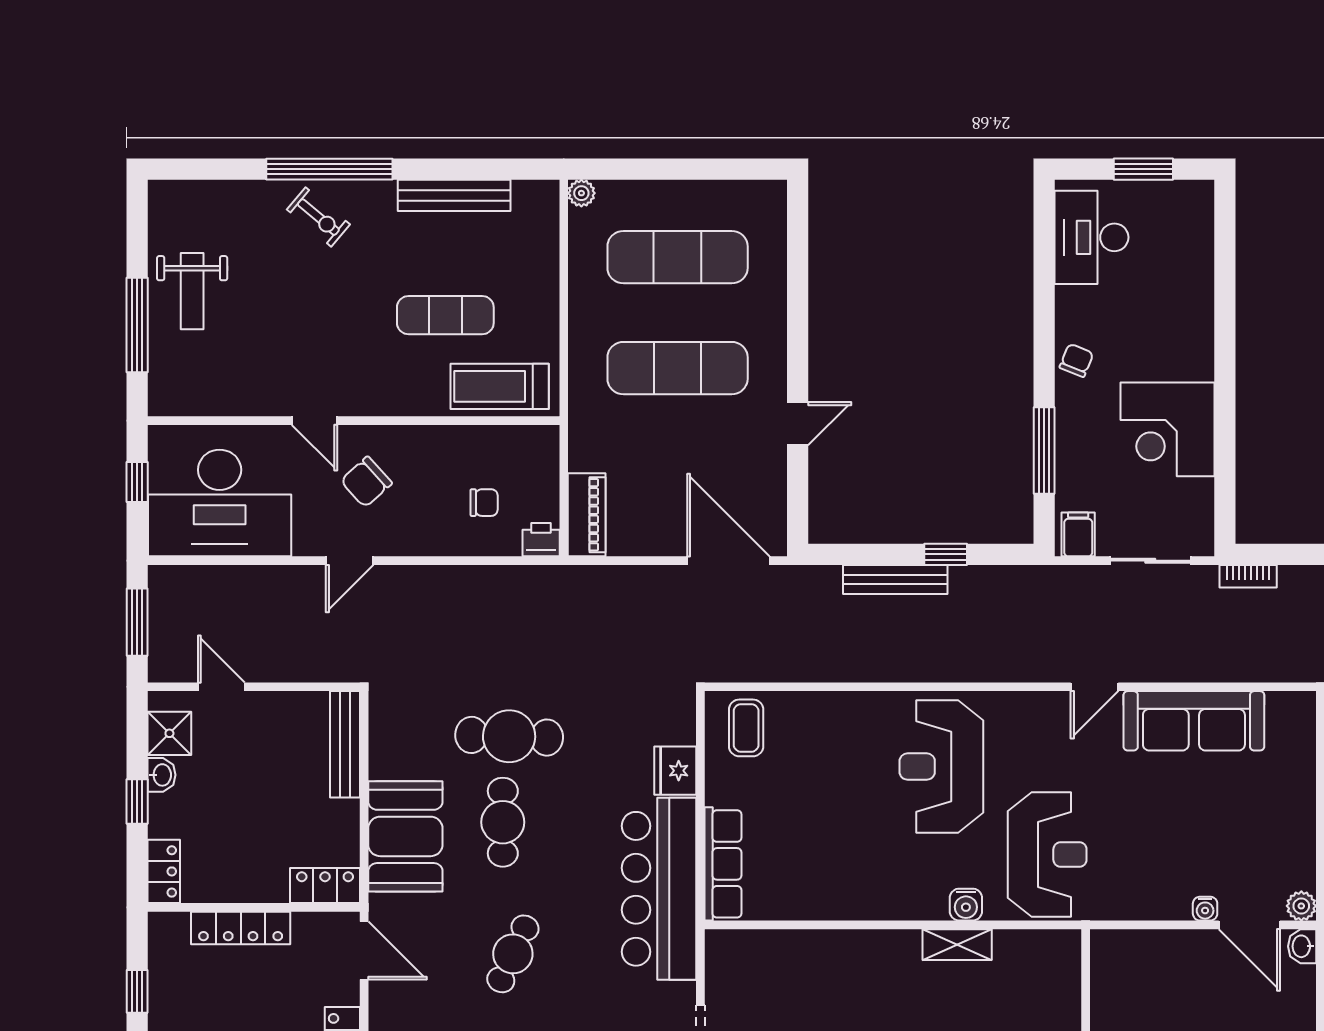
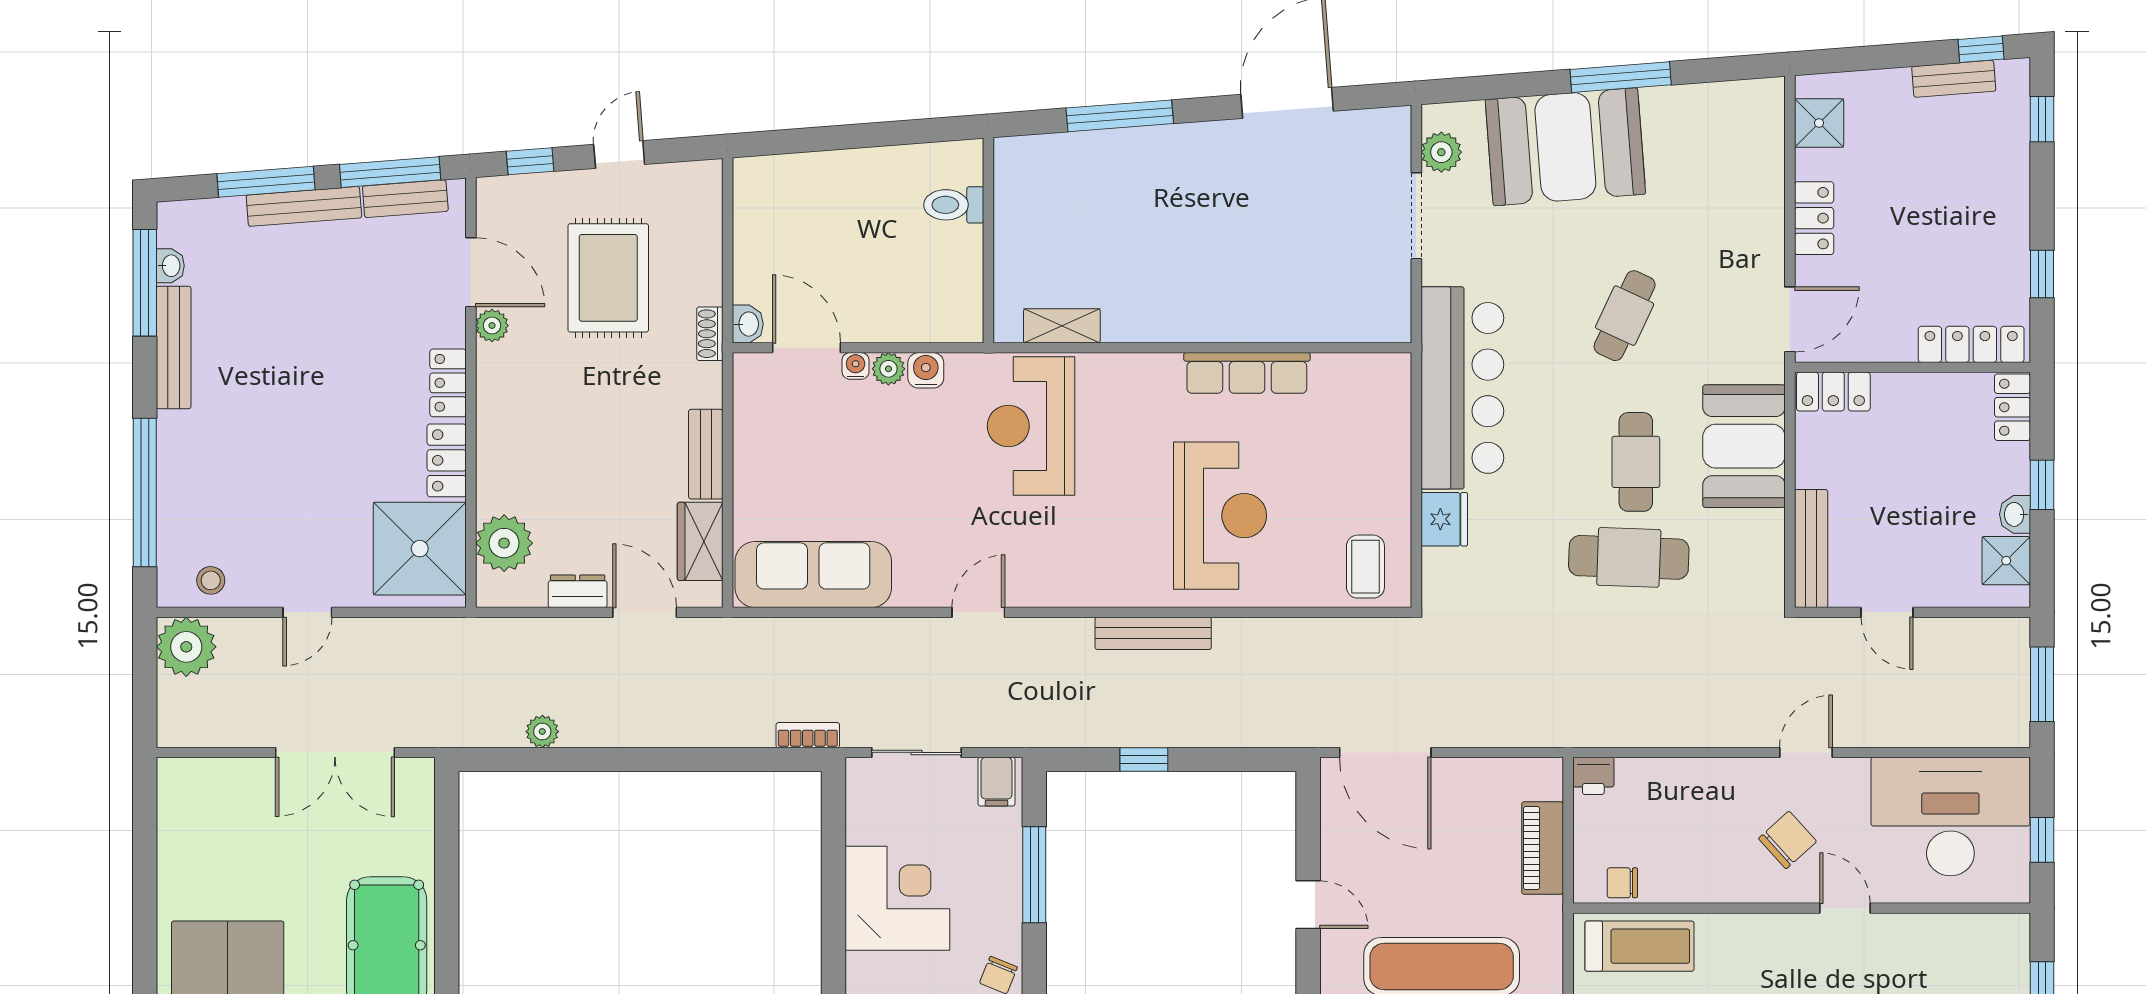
door: (798, 424) -> (1308, 905), swing flipped
chair: (484, 503) -> (1622, 883), moved
piano: (587, 515) -> (1543, 848), moved
bench: (895, 579) -> (1153, 633), moved
door: (221, 687) -> (1887, 612), moved
sofa: (1194, 721) -> (813, 575), moved
reception desk: (941, 767) -> (1220, 516), moved
row of seats: (723, 864) -> (1247, 373), moved, turned -90
water cooler: (966, 905) -> (926, 370), moved
plant: (1301, 906) -> (888, 369), moved
locker: (241, 928) -> (1971, 344), moved
shelving: (957, 945) -> (1062, 326), moved
door: (364, 950) -> (1790, 319), swing flipped

